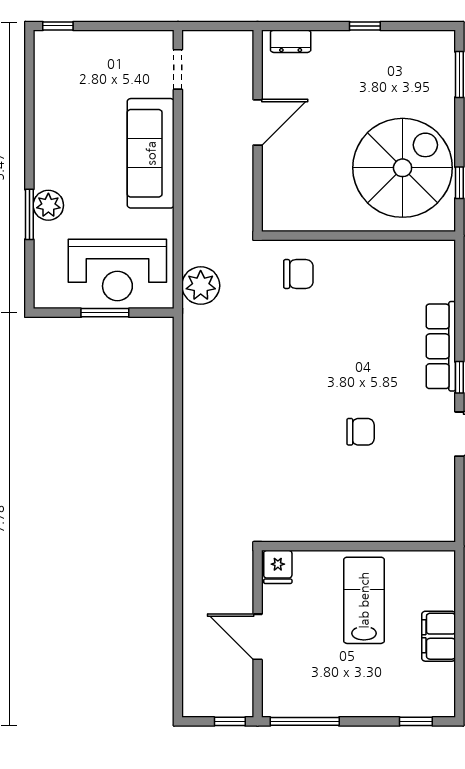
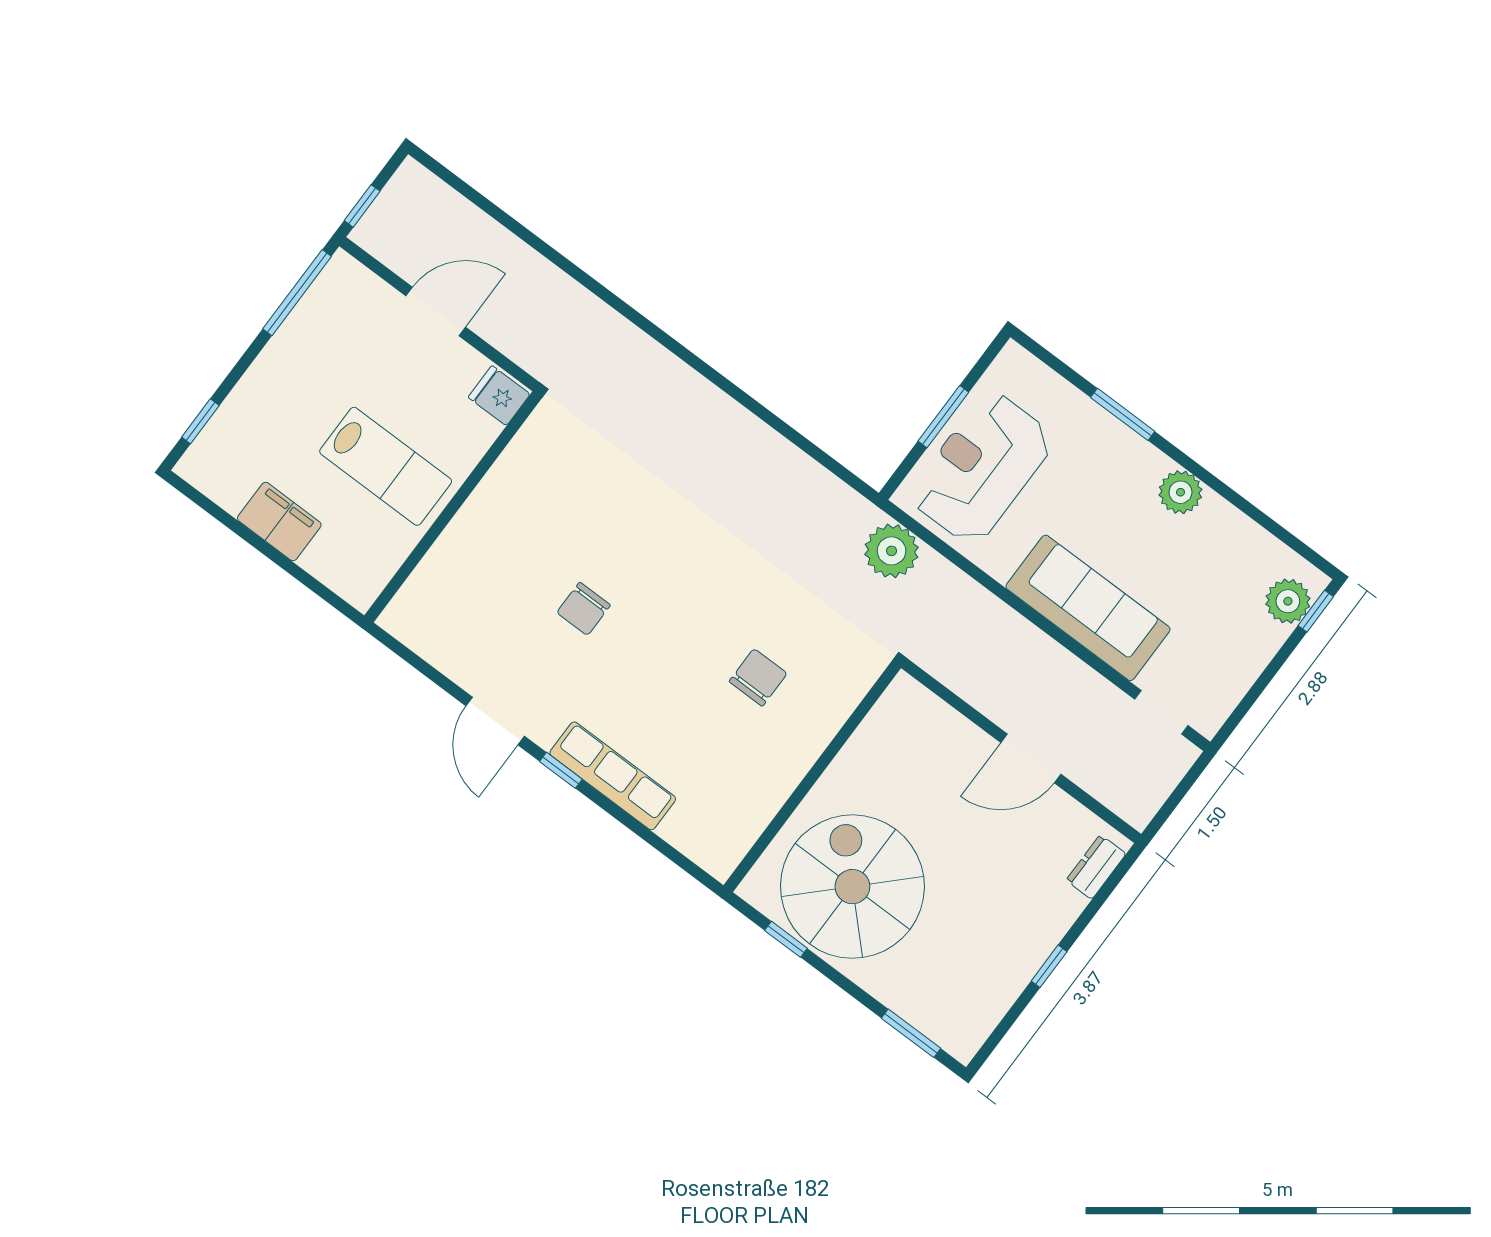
plant: (64, 46) -> (1288, 601), added
door: (258, 122) -> (1031, 758), hinge flipped
spiral stairs: (403, 168) -> (852, 887), turned 180
plant: (48, 205) -> (1180, 492), moved
chair: (298, 274) -> (758, 677), moved, turned 180

